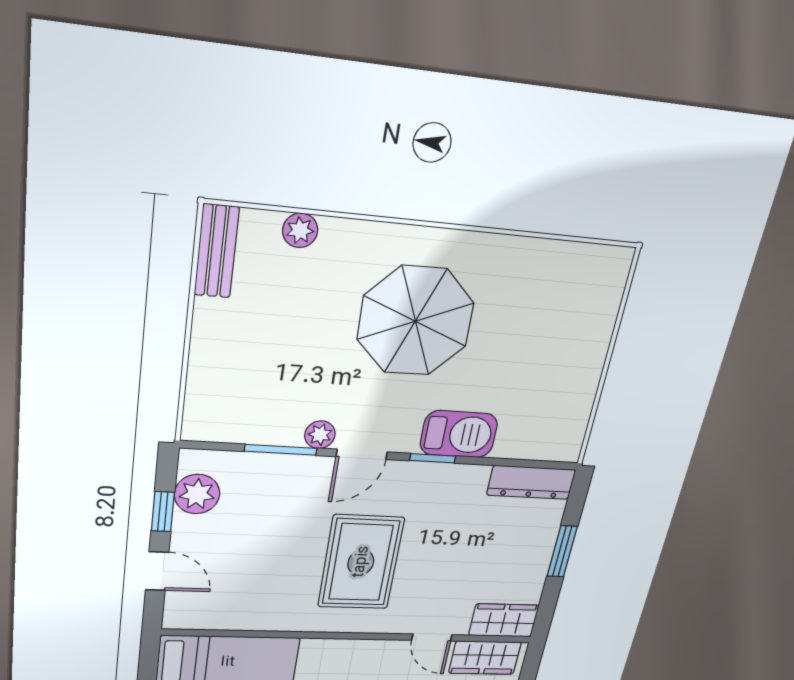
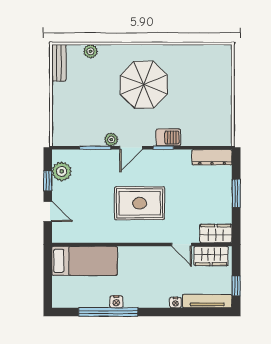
barbecue: (459, 434) -> (168, 137), width x0.73, depth x0.79
rug: (361, 562) -> (140, 203), turned 90

